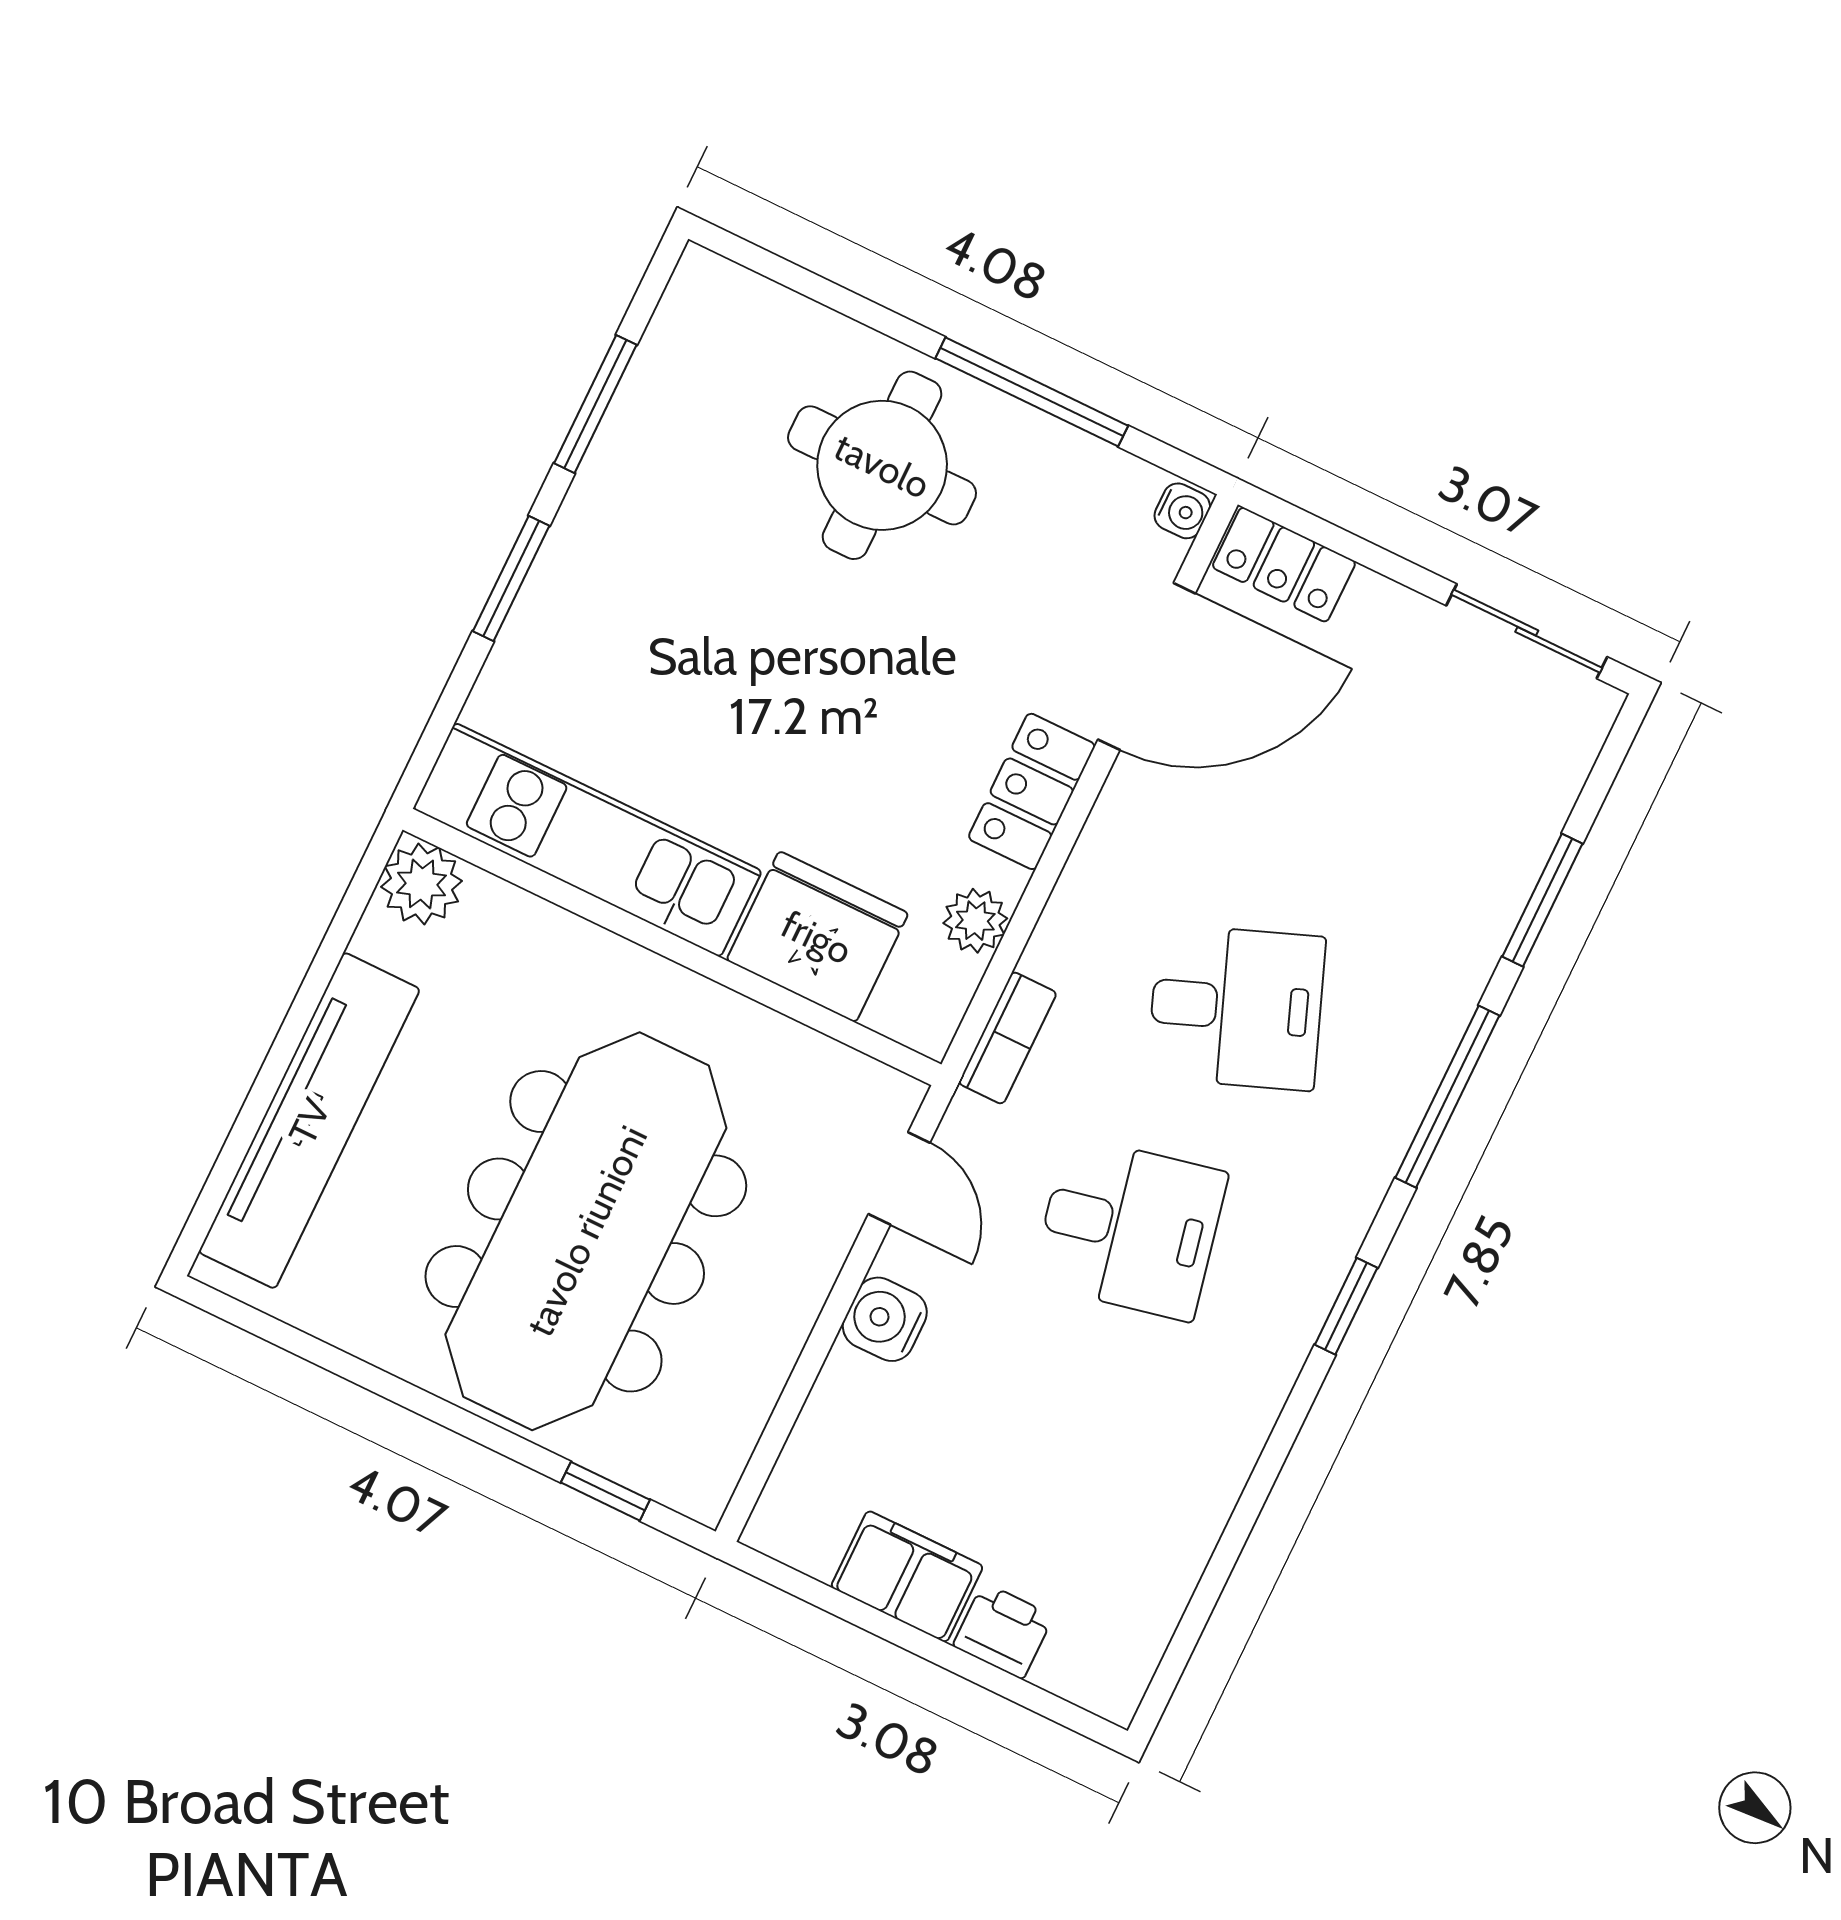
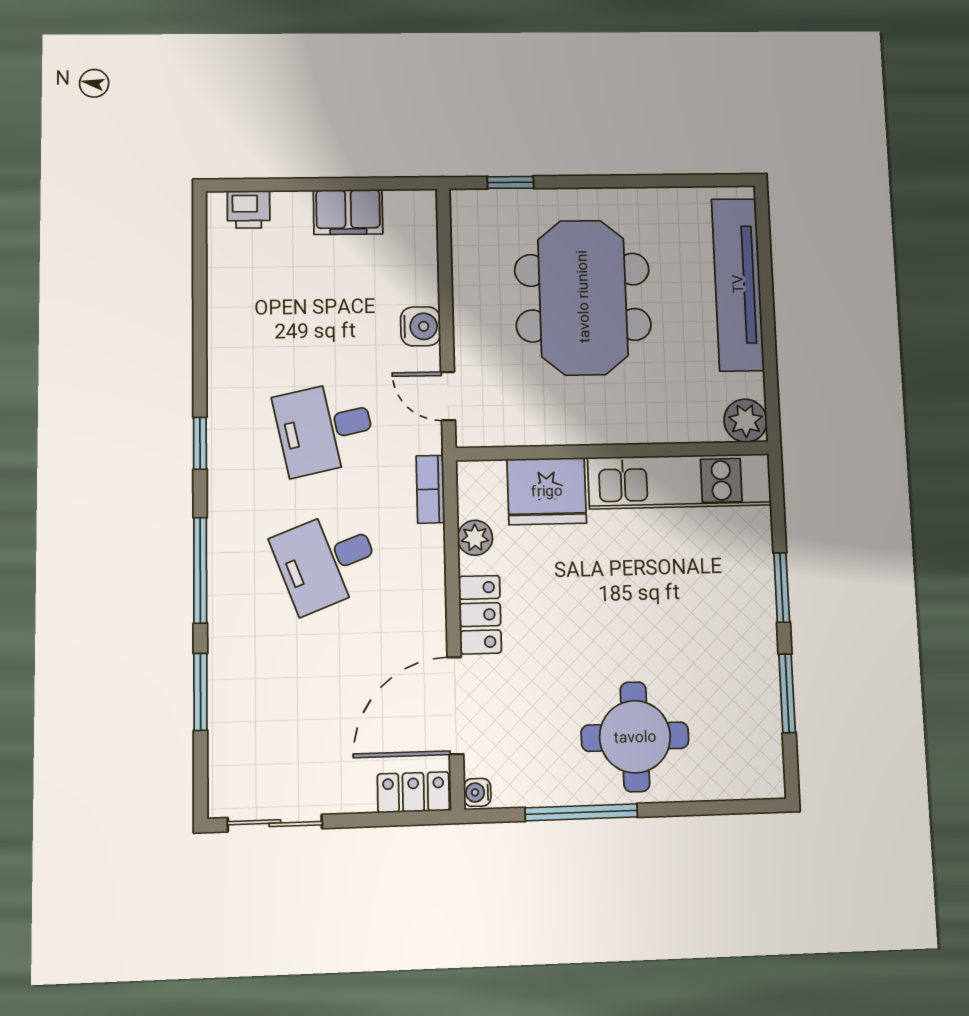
meeting table: (586, 1231) -> (583, 297), width x0.73
printer: (1003, 1631) -> (249, 209), moved

